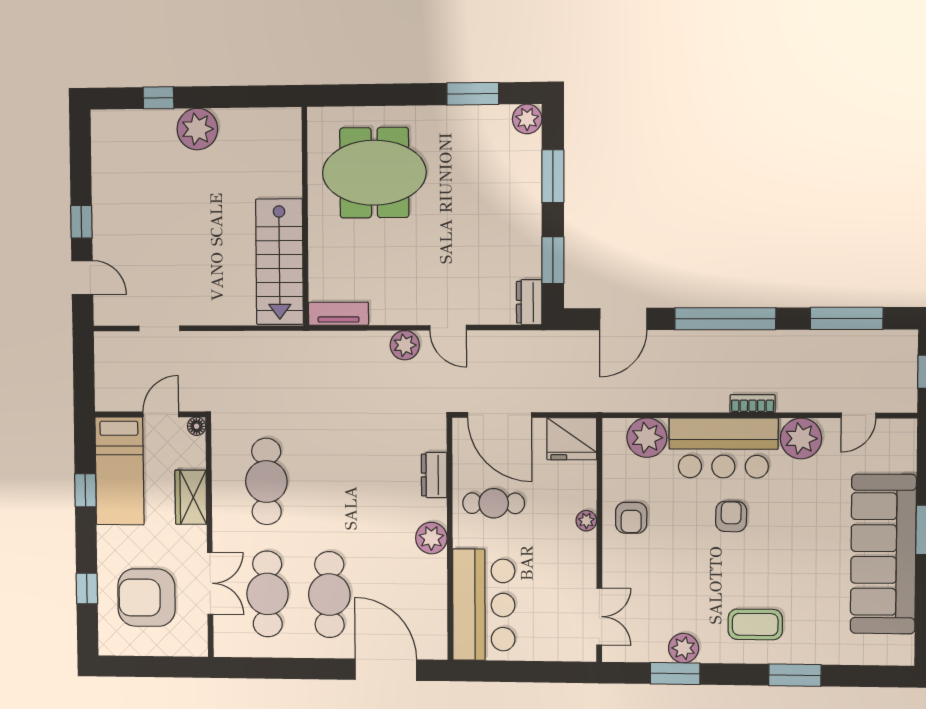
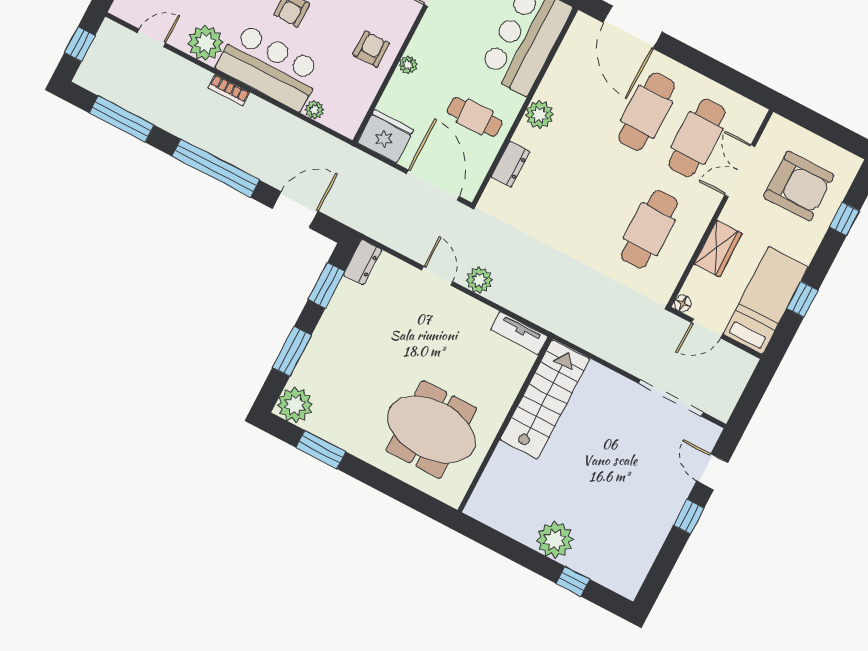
plant: (527, 119) -> (295, 405), width x1.36, depth x1.36
doorway: (159, 328) -> (671, 398), width x1.88
plant: (647, 438) -> (314, 110), width x0.53, depth x0.53

